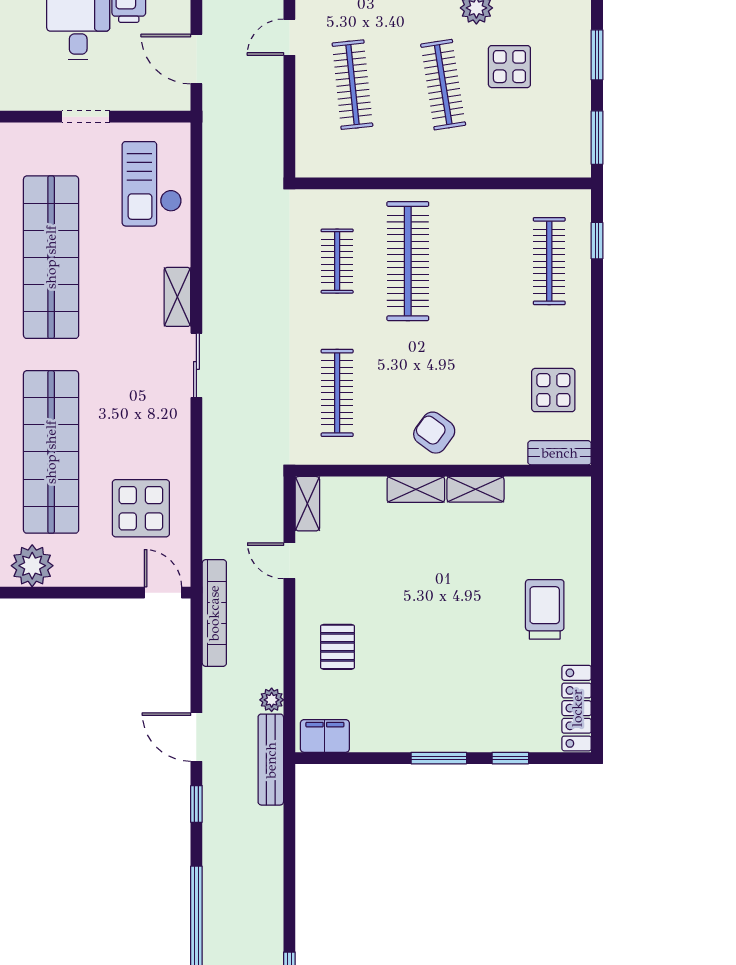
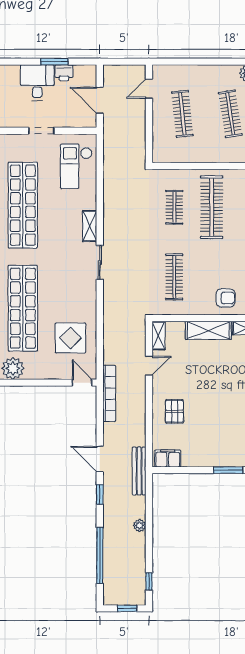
armchair: (434, 433) -> (226, 298), turned 144
shelving: (416, 489) -> (208, 330), width x1.50, depth x1.33
door: (289, 561) -> (149, 366), swing flipped
plant: (272, 700) -> (140, 525), moved

